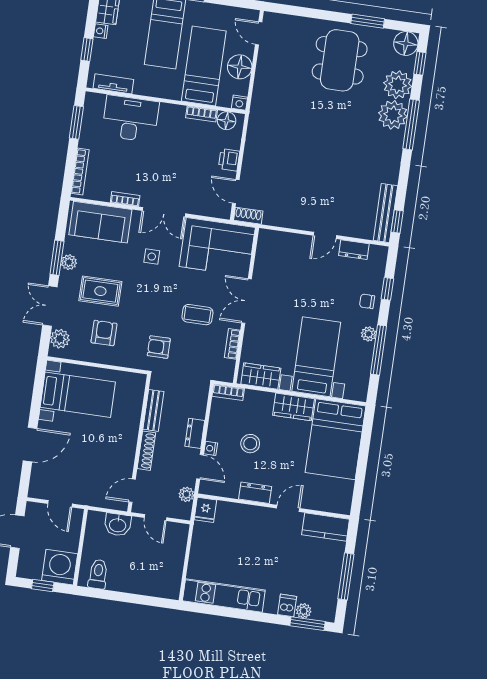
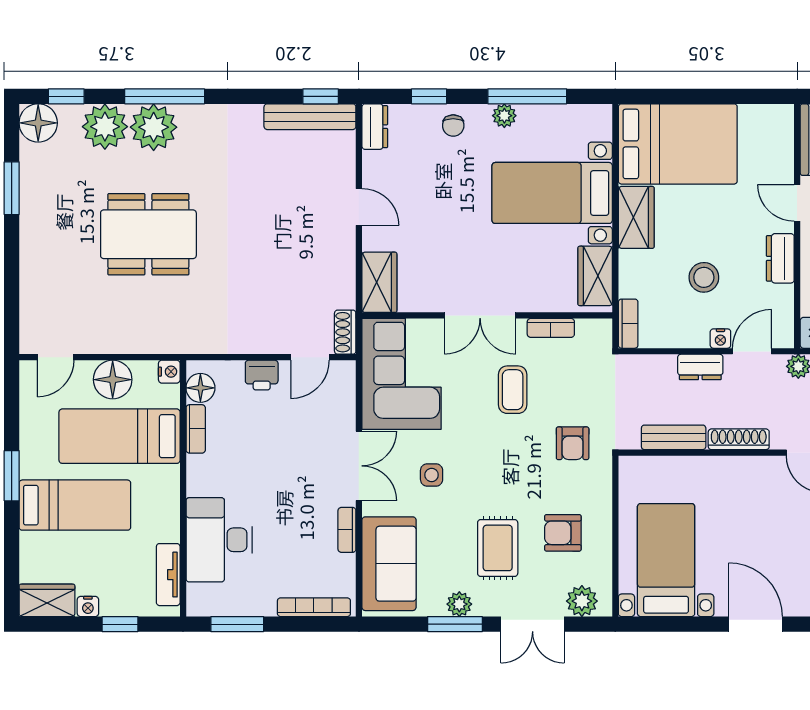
dining table: (340, 60) -> (148, 234), moved
wardrobe: (276, 241) -> (379, 282), added
dresser: (354, 250) -> (375, 127), moved

